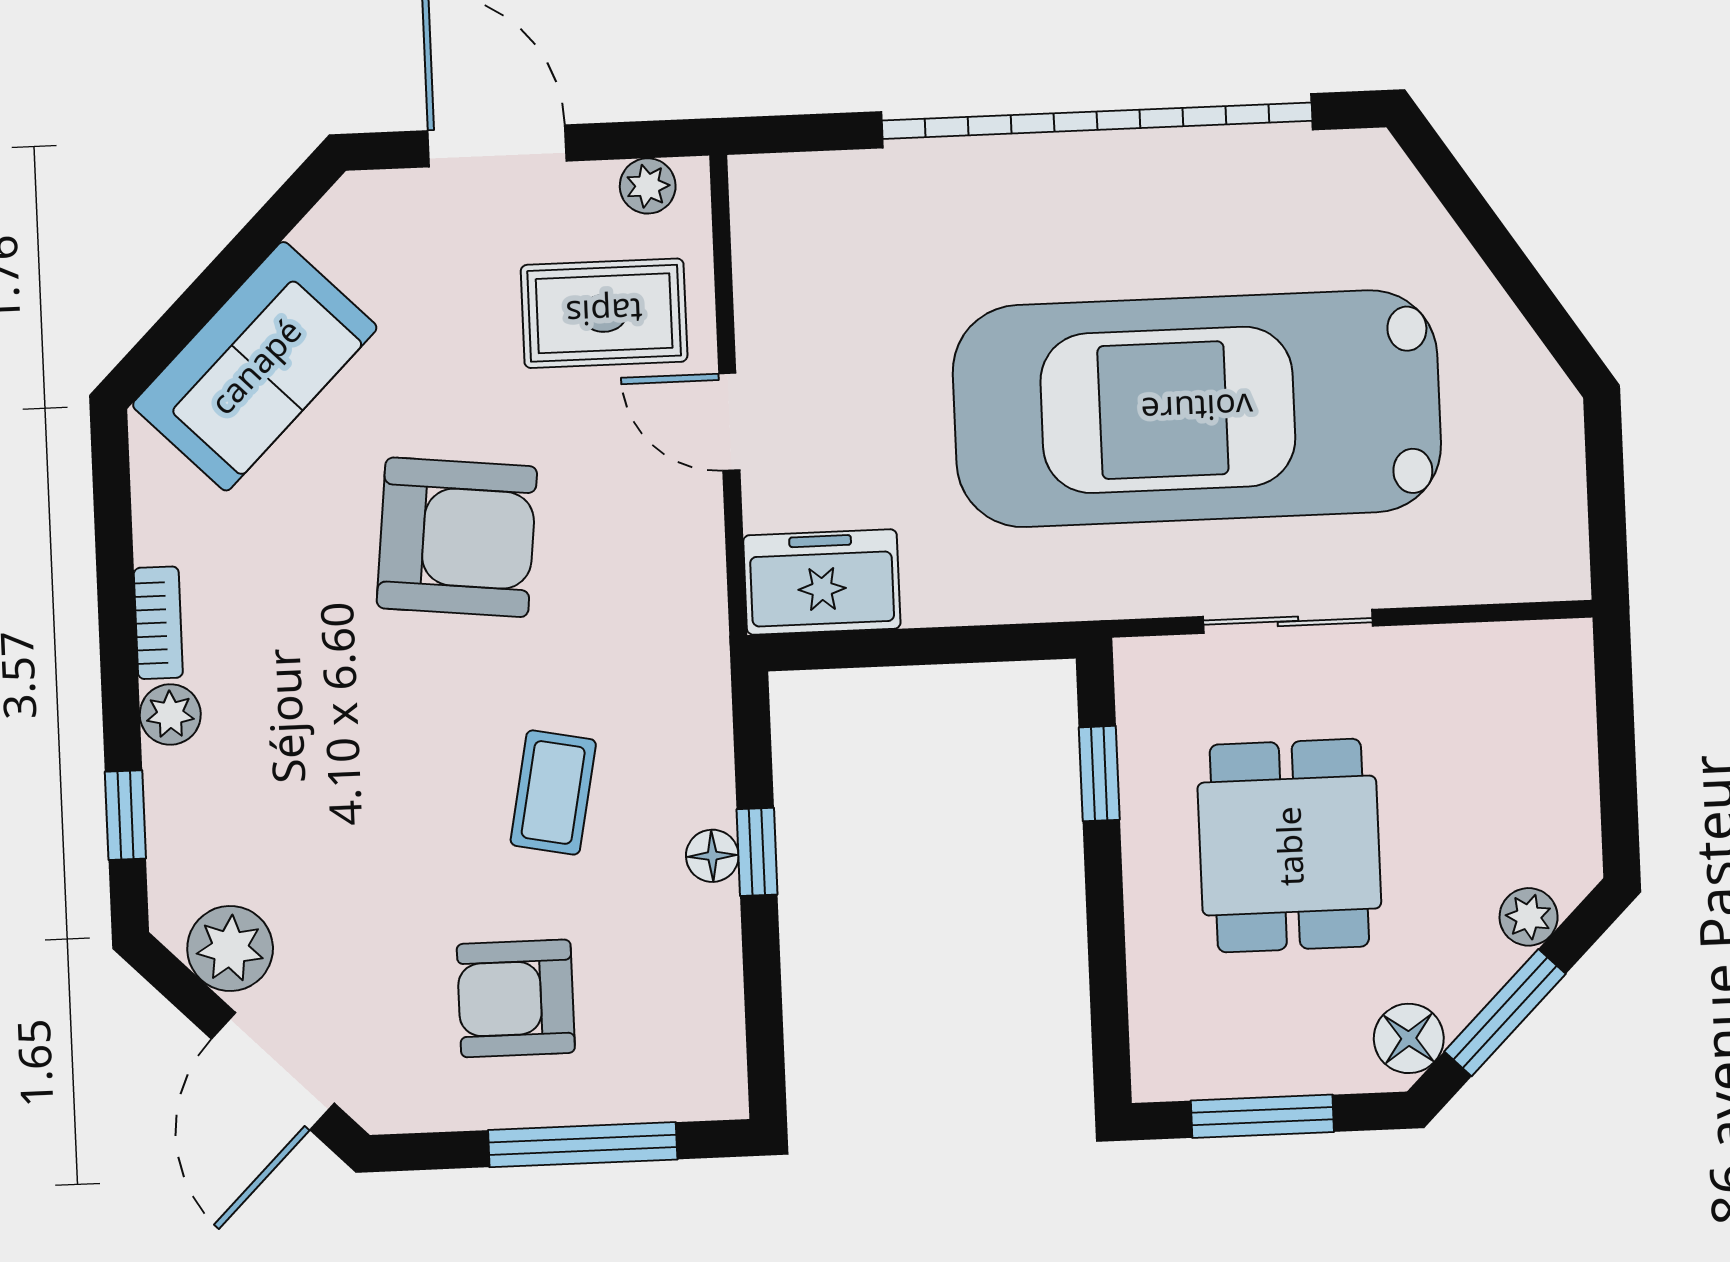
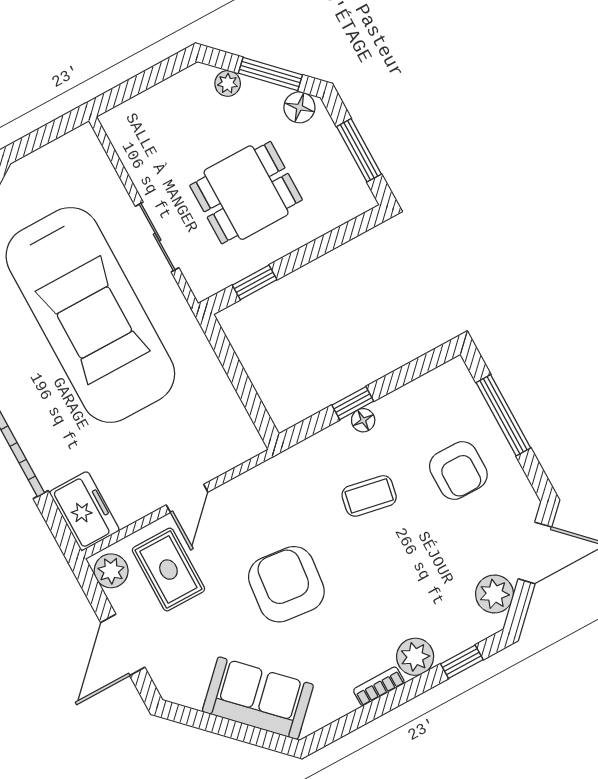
plant: (648, 186) -> (111, 571), width x1.38, depth x1.38
freezer: (822, 582) -> (84, 511), moved, turned 180
plant: (170, 715) -> (415, 657), width x1.38, depth x1.38

